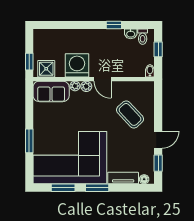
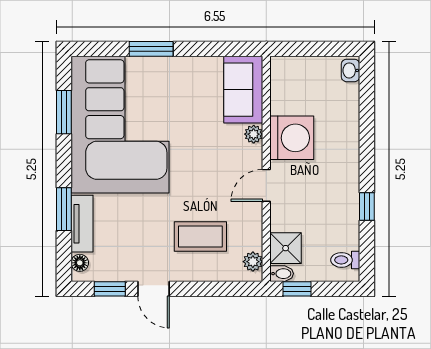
washbasin: (131, 34) -> (351, 70), moved
window: (158, 49) -> (297, 289), moved
window: (29, 62) -> (299, 49), removed
shower: (46, 69) -> (286, 248), moved
plant: (86, 86) -> (253, 262), moved
coffee table: (130, 114) -> (200, 237), turned 43
window: (97, 188) -> (64, 209), moved

